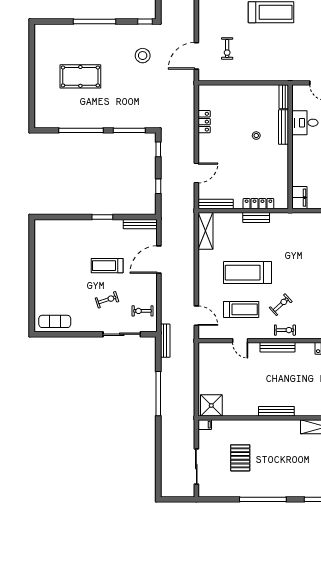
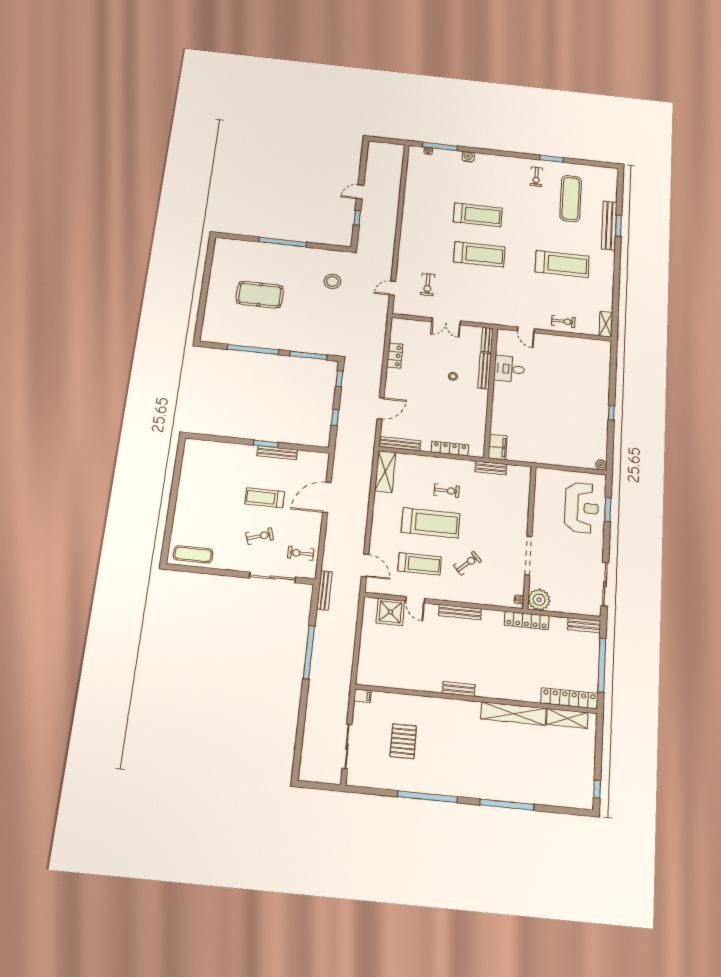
window: (145, 21) -> (339, 248), removed
door: (196, 56) -> (393, 288), width x0.53
double door: (246, 83) -> (446, 321), added
bench: (256, 217) -> (491, 468), moved
bench: (140, 224) -> (277, 453), moved
treadmill: (247, 273) -> (431, 523), turned 180
exercise bike: (285, 330) -> (447, 491), moved
shower: (211, 405) -> (390, 612), moved
bench: (276, 411) -> (459, 689), width x0.73

